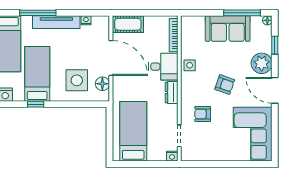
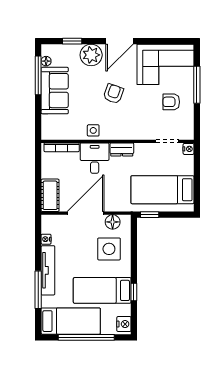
floor lamp: (267, 20) -> (46, 61), moved
armchair: (203, 114) -> (171, 102), moved, turned 90
window: (109, 119) -> (150, 215), added
window: (233, 164) -> (197, 85), added

